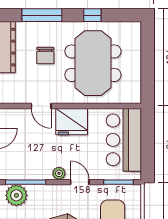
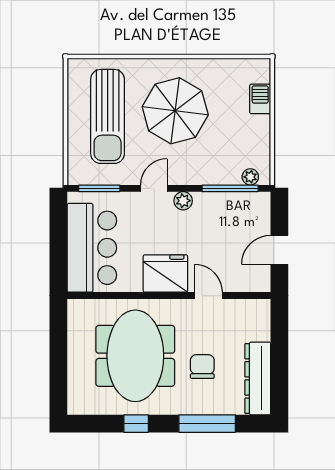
door: (80, 182) -> (154, 188), swing flipped
plant: (16, 195) -> (250, 177), width x0.53, depth x0.53

